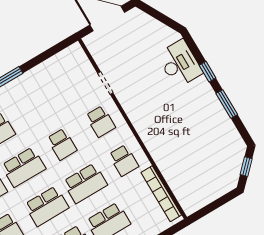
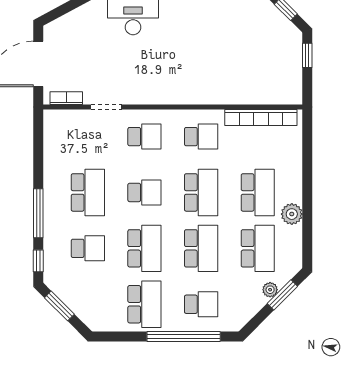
bookcase: (95, 52) -> (66, 98), added
school desk: (39, 105) -> (88, 192), added
window: (223, 200) -> (307, 55), added

